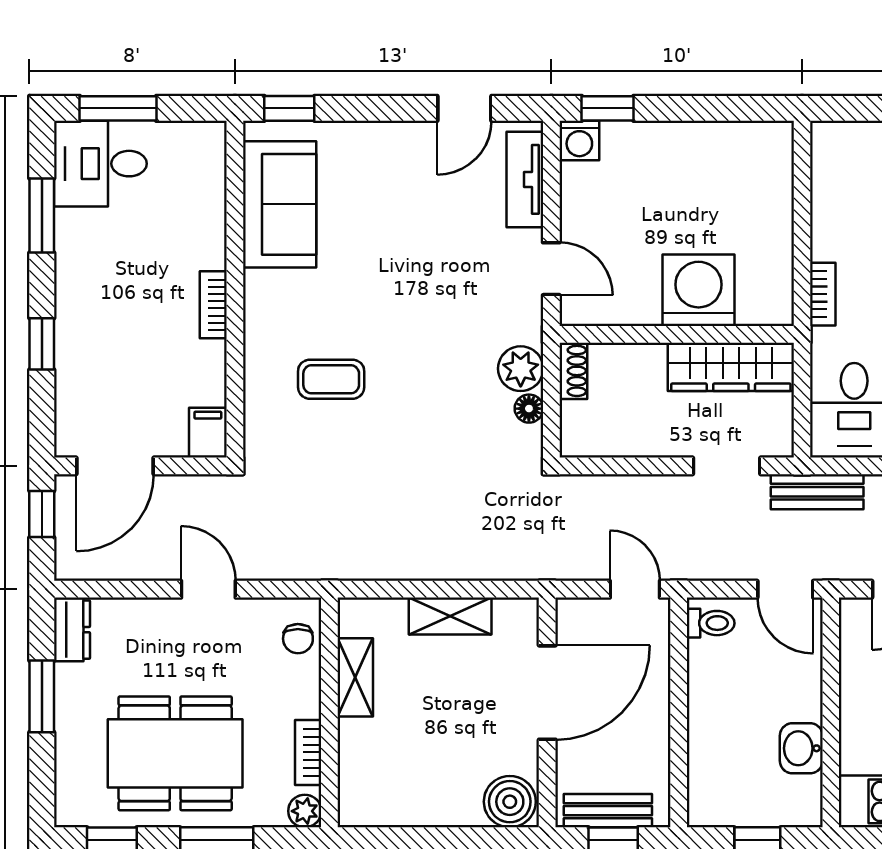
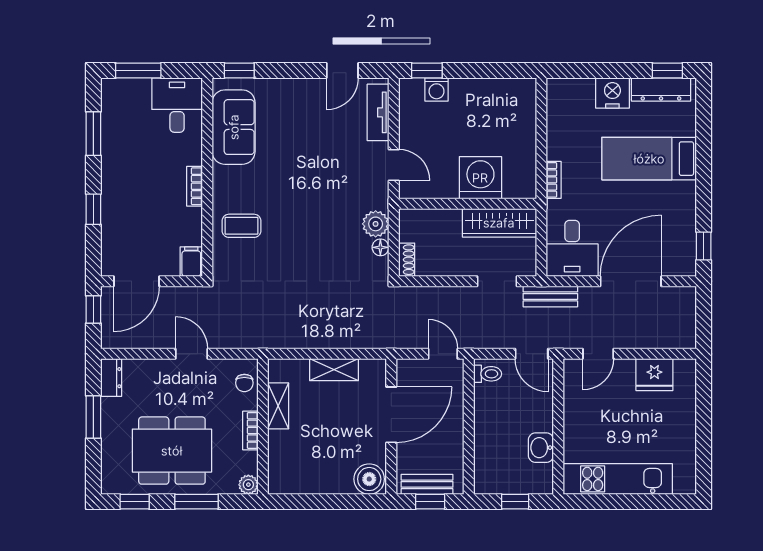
washing machine: (579, 140) -> (437, 89), moved
desk: (100, 164) -> (177, 105), moved, turned 90
shoe rack: (573, 371) -> (407, 260), moved
coffee table: (331, 379) -> (241, 226), moved
bookcase: (308, 752) -> (250, 431), moved

